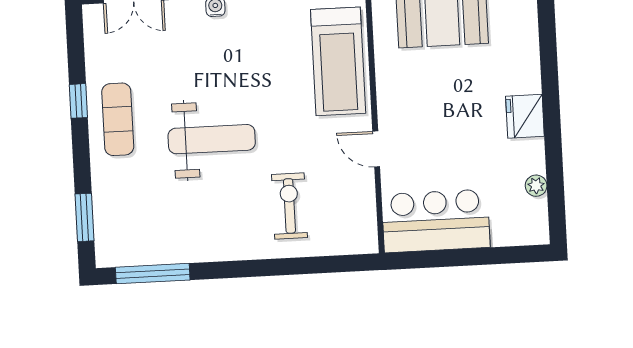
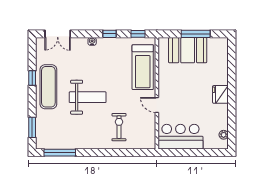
exercise mat: (118, 119) -> (48, 87), width x1.36, depth x1.45
plant: (536, 186) -> (224, 135), moved

